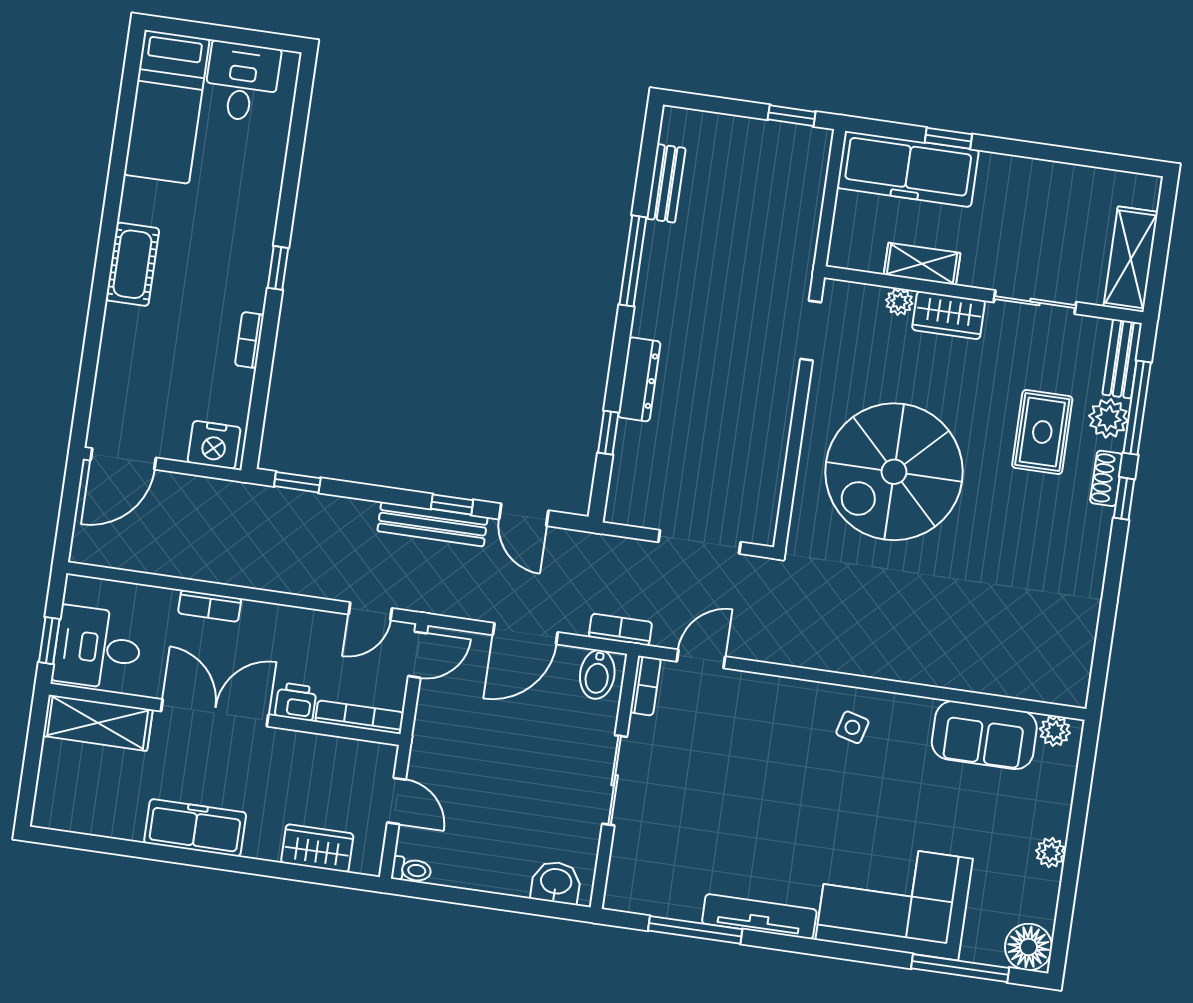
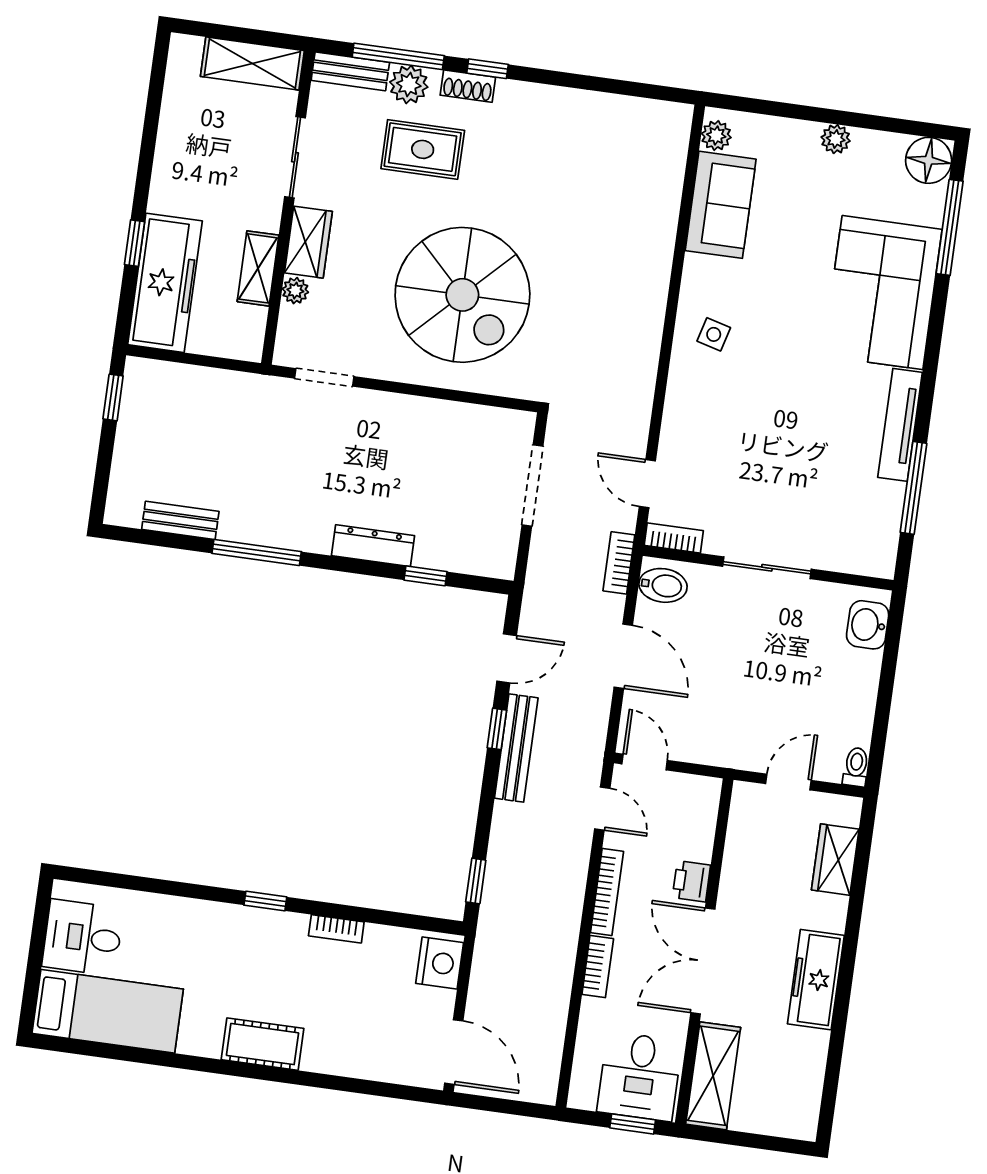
bookcase: (359, 717) -> (607, 892), moved, turned 180

